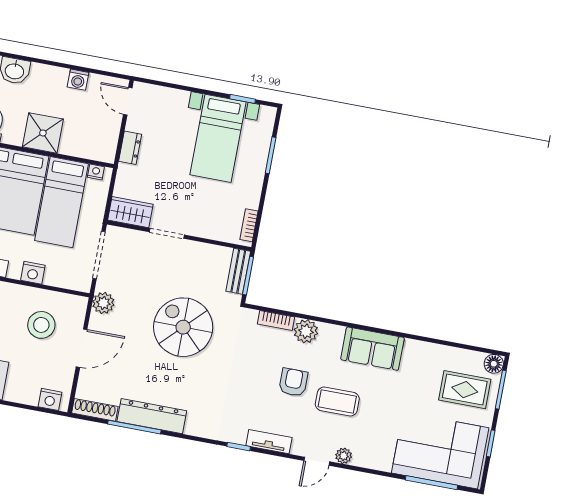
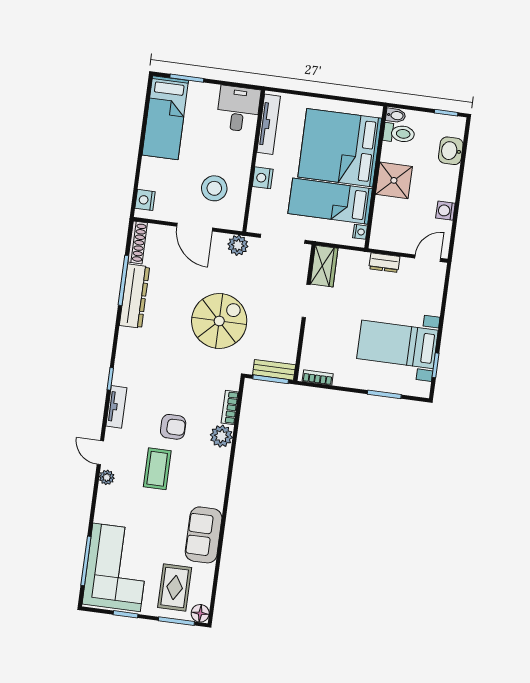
sofa: (372, 349) -> (204, 535), moved

